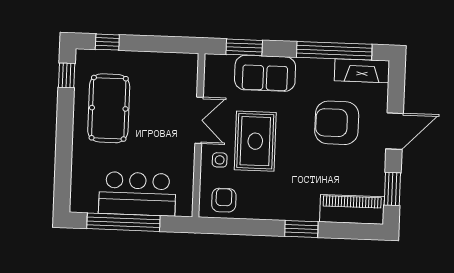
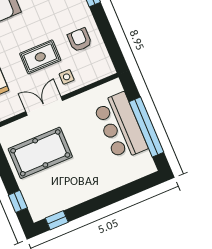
pool table: (109, 108) -> (40, 153), moved
rug: (255, 141) -> (40, 57), width x0.73, depth x0.70
armchair: (224, 200) -> (80, 40), moved, turned 90

